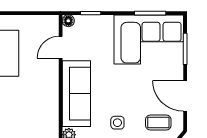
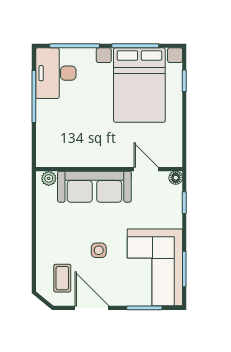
door: (185, 96) -> (92, 308), hinge flipped
side table: (117, 123) -> (99, 250), moved

